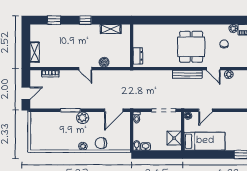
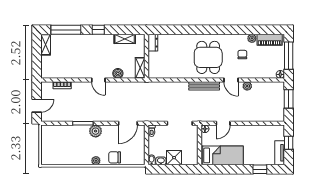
window: (54, 20) -> (66, 30), width x2.17
shelving: (35, 52) -> (46, 45), moved
dresser: (138, 56) -> (153, 43), moved
shelving: (125, 57) -> (140, 68), added
shower: (174, 138) -> (174, 158), moved

